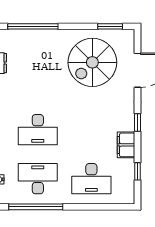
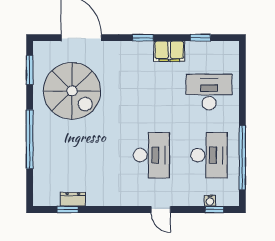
window: (33, 26) -> (30, 139), moved
desk: (38, 179) -> (209, 155), turned 180
desk: (91, 179) -> (209, 92), turned -90

